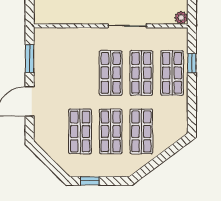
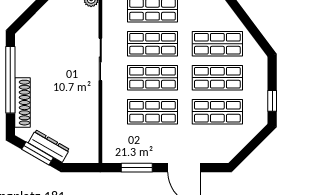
shop shelf: (80, 73) -> (152, 112), added

